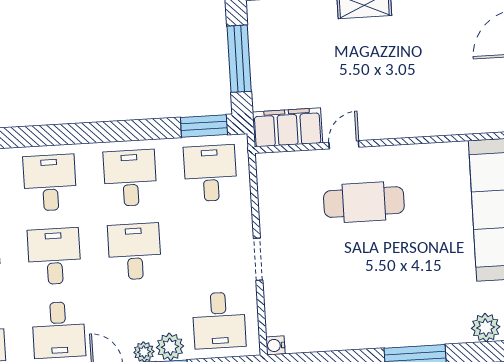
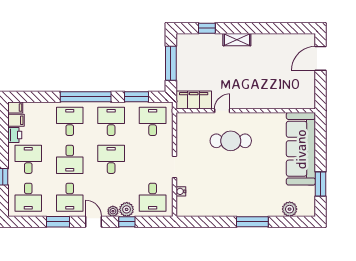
window: (204, 126) -> (136, 97), moved
window: (78, 133) -> (86, 97), added
desk: (54, 256) -> (70, 159), turned 180
water cooler: (275, 345) -> (181, 191), moved

